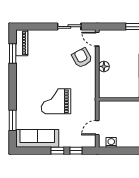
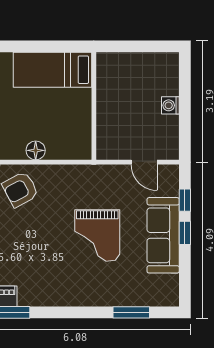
sofa: (37, 138) -> (163, 235), moved
washing machine: (111, 142) -> (170, 105), moved

